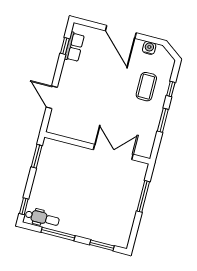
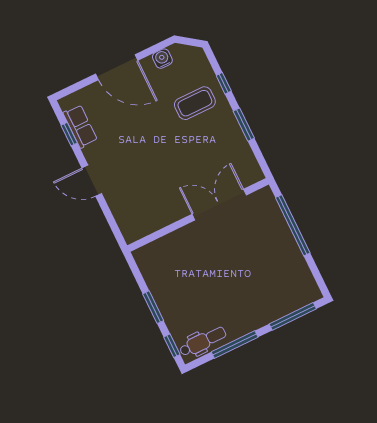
coffee table: (146, 87) -> (195, 103), turned 90
door: (52, 97) -> (92, 181), moved
window: (37, 156) -> (153, 307), moved
window: (143, 196) -> (293, 225), width x1.46
window: (102, 245) -> (293, 316), width x1.44

